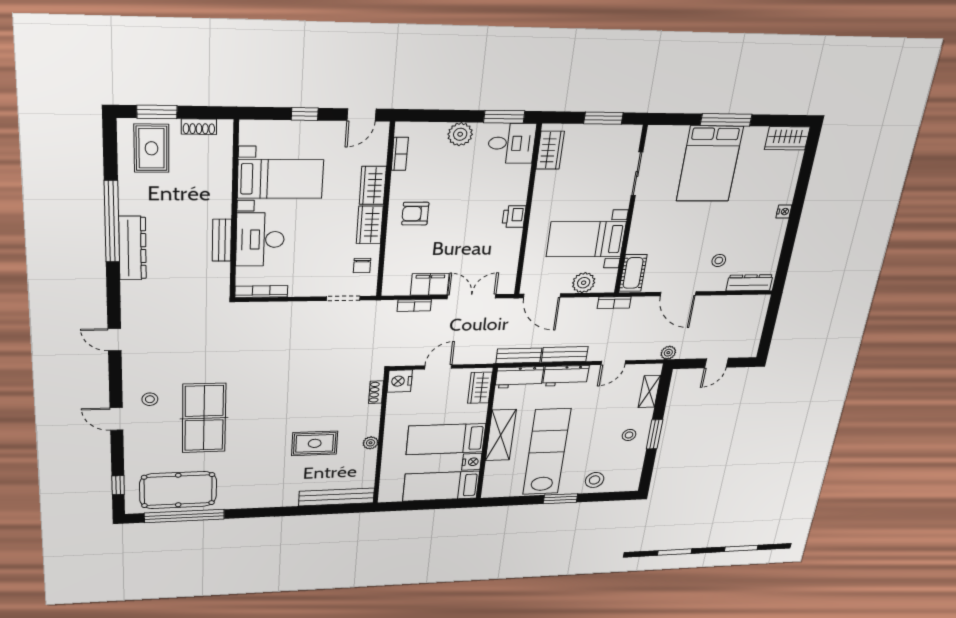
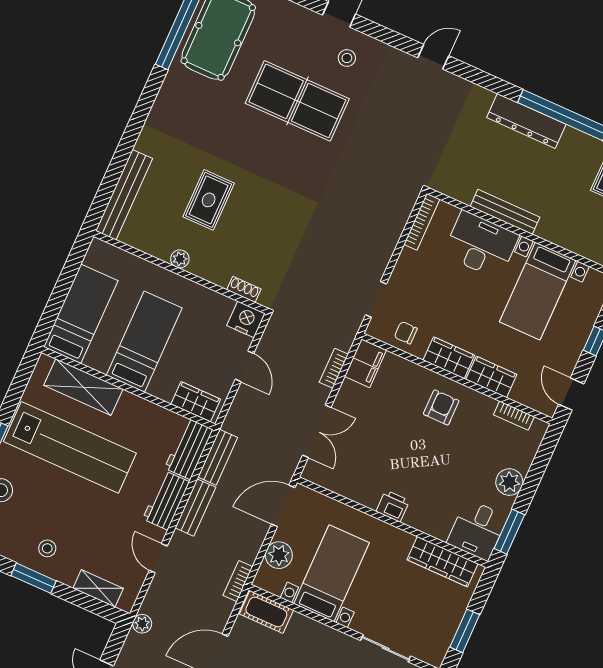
wardrobe: (550, 150) -> (442, 562), width x1.50
bench: (222, 240) -> (505, 212), width x1.36
filing cabinet: (430, 284) -> (365, 363), moved
shelving: (501, 435) -> (83, 387), moved
nightstand: (472, 462) -> (98, 359), removed

